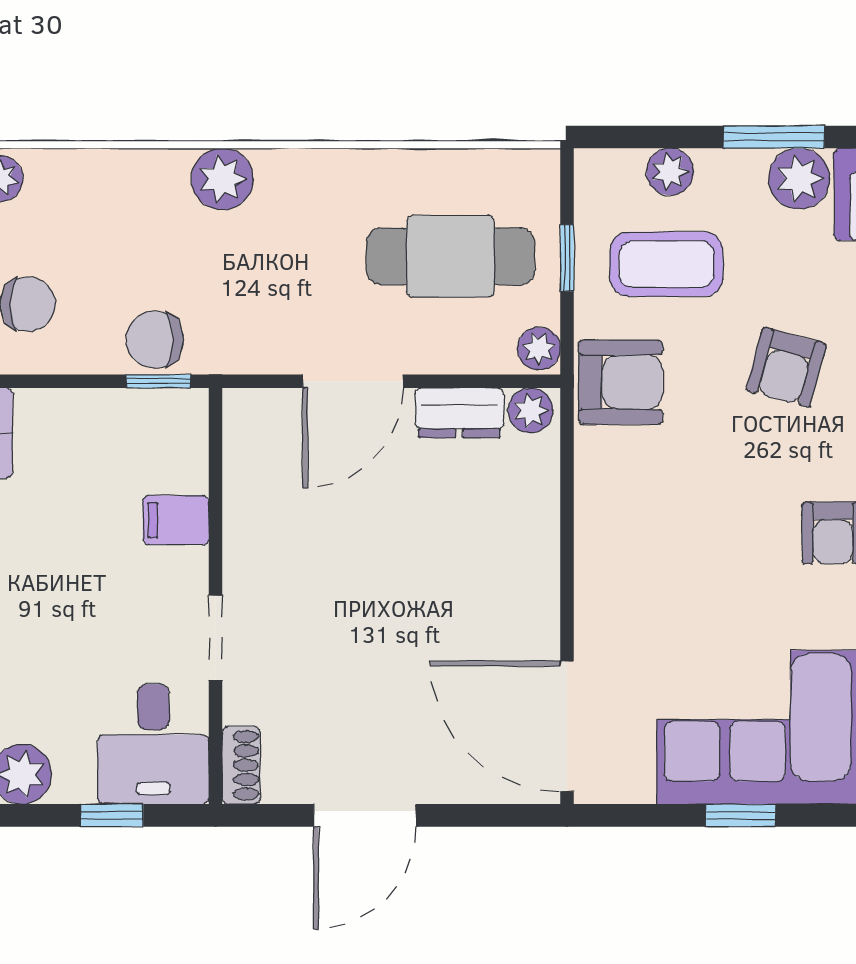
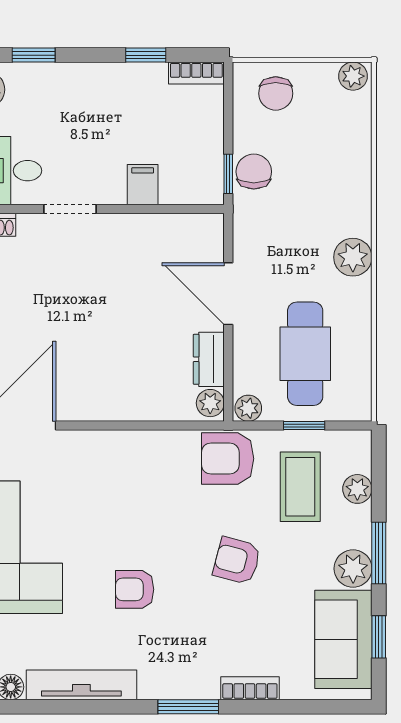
plant: (222, 179) -> (353, 257), moved
armchair: (621, 382) -> (228, 459), turned 90

